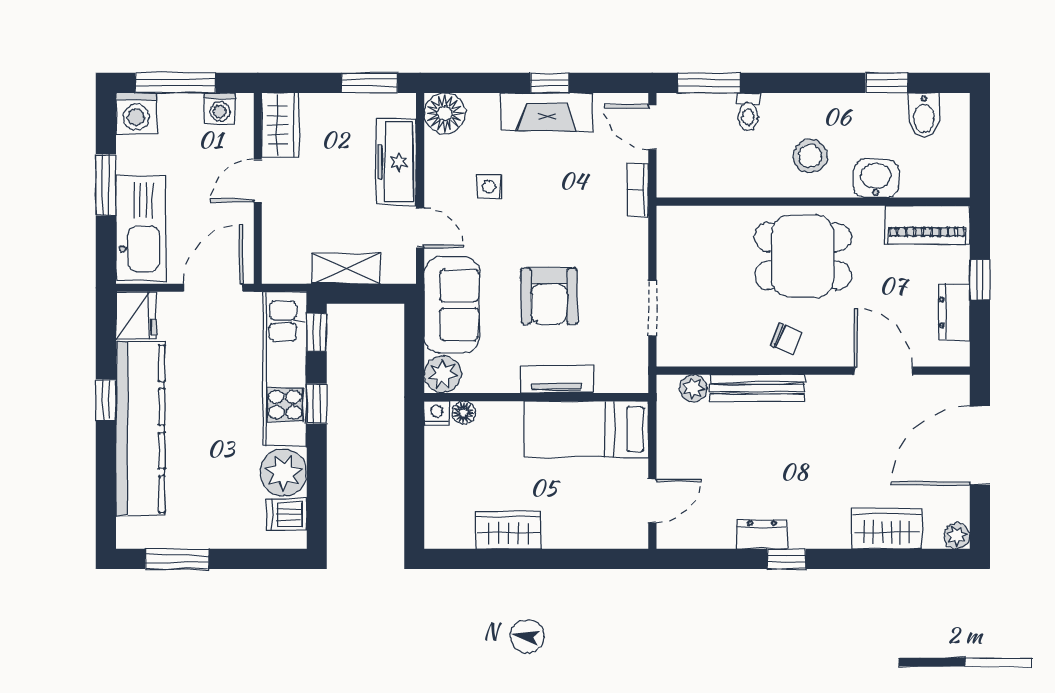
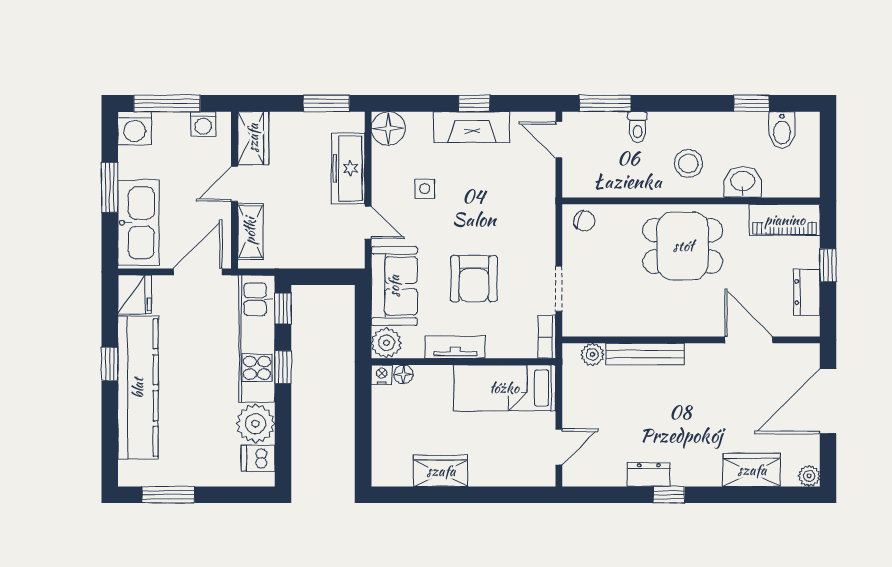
bookcase: (638, 190) -> (547, 337), moved
shelving: (346, 268) -> (250, 231), moved, turned 90
chair: (786, 339) -> (585, 221), moved
tv unit: (556, 379) -> (455, 347), moved

